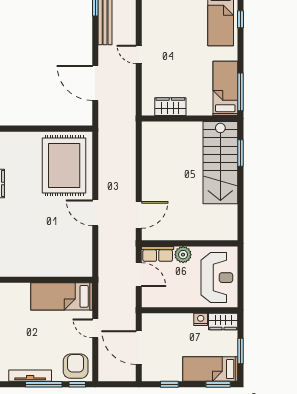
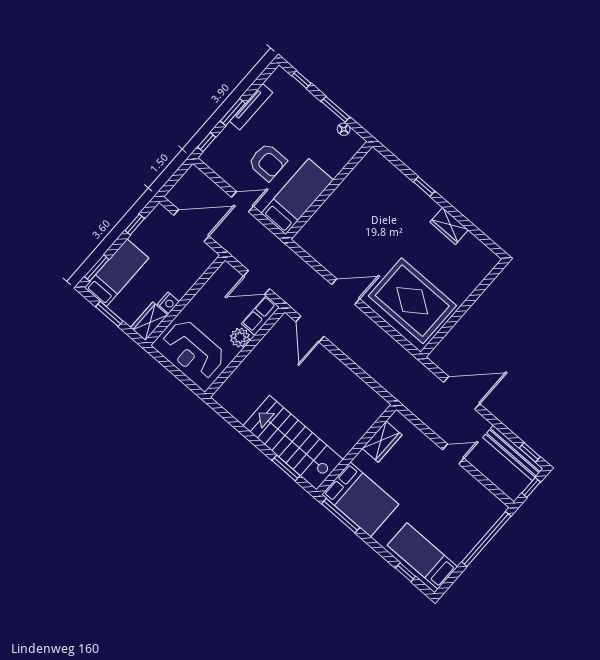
bed: (225, 88) -> (360, 499), width x1.50
armchair: (76, 366) -> (267, 162), moved
window: (44, 384) -> (233, 112), width x0.69

